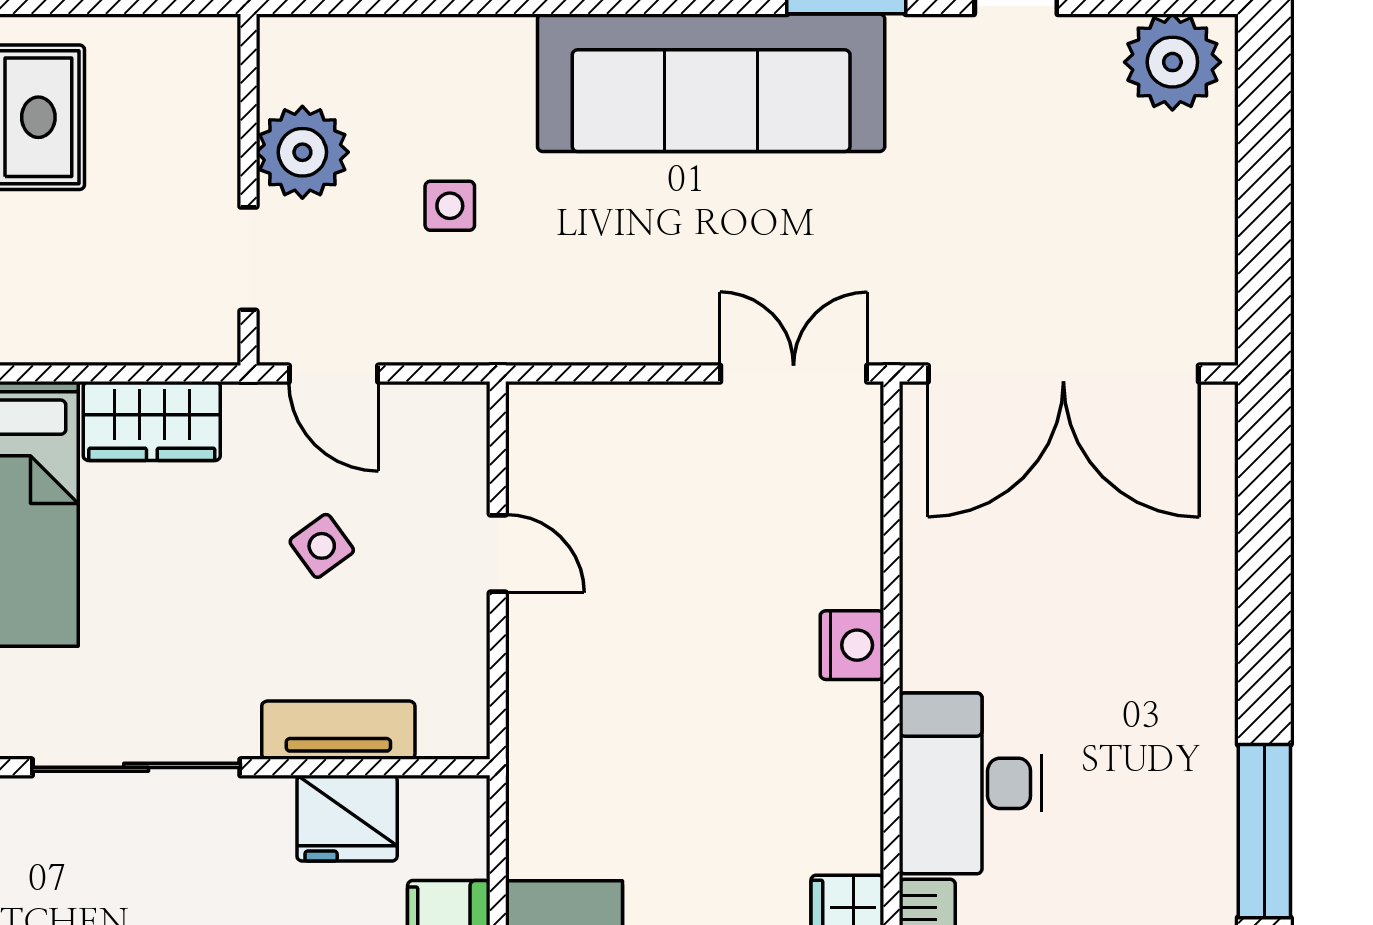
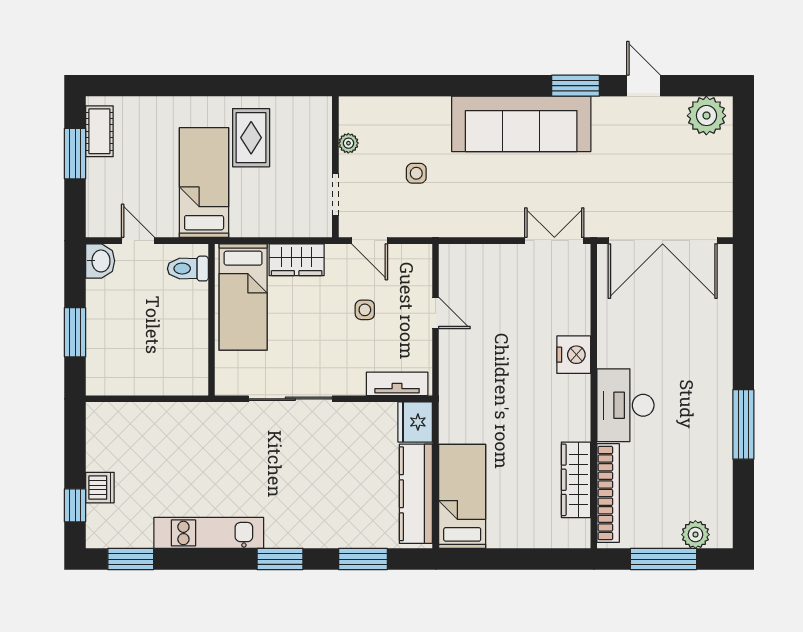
plant: (302, 152) -> (348, 143), width x0.53, depth x0.53
side table: (322, 546) -> (365, 310), turned 36
nightstand: (852, 645) -> (574, 355), width x1.36, depth x1.33
tv unit: (338, 730) -> (397, 384), moved
fridge: (347, 818) -> (415, 422), moved, turned 90

